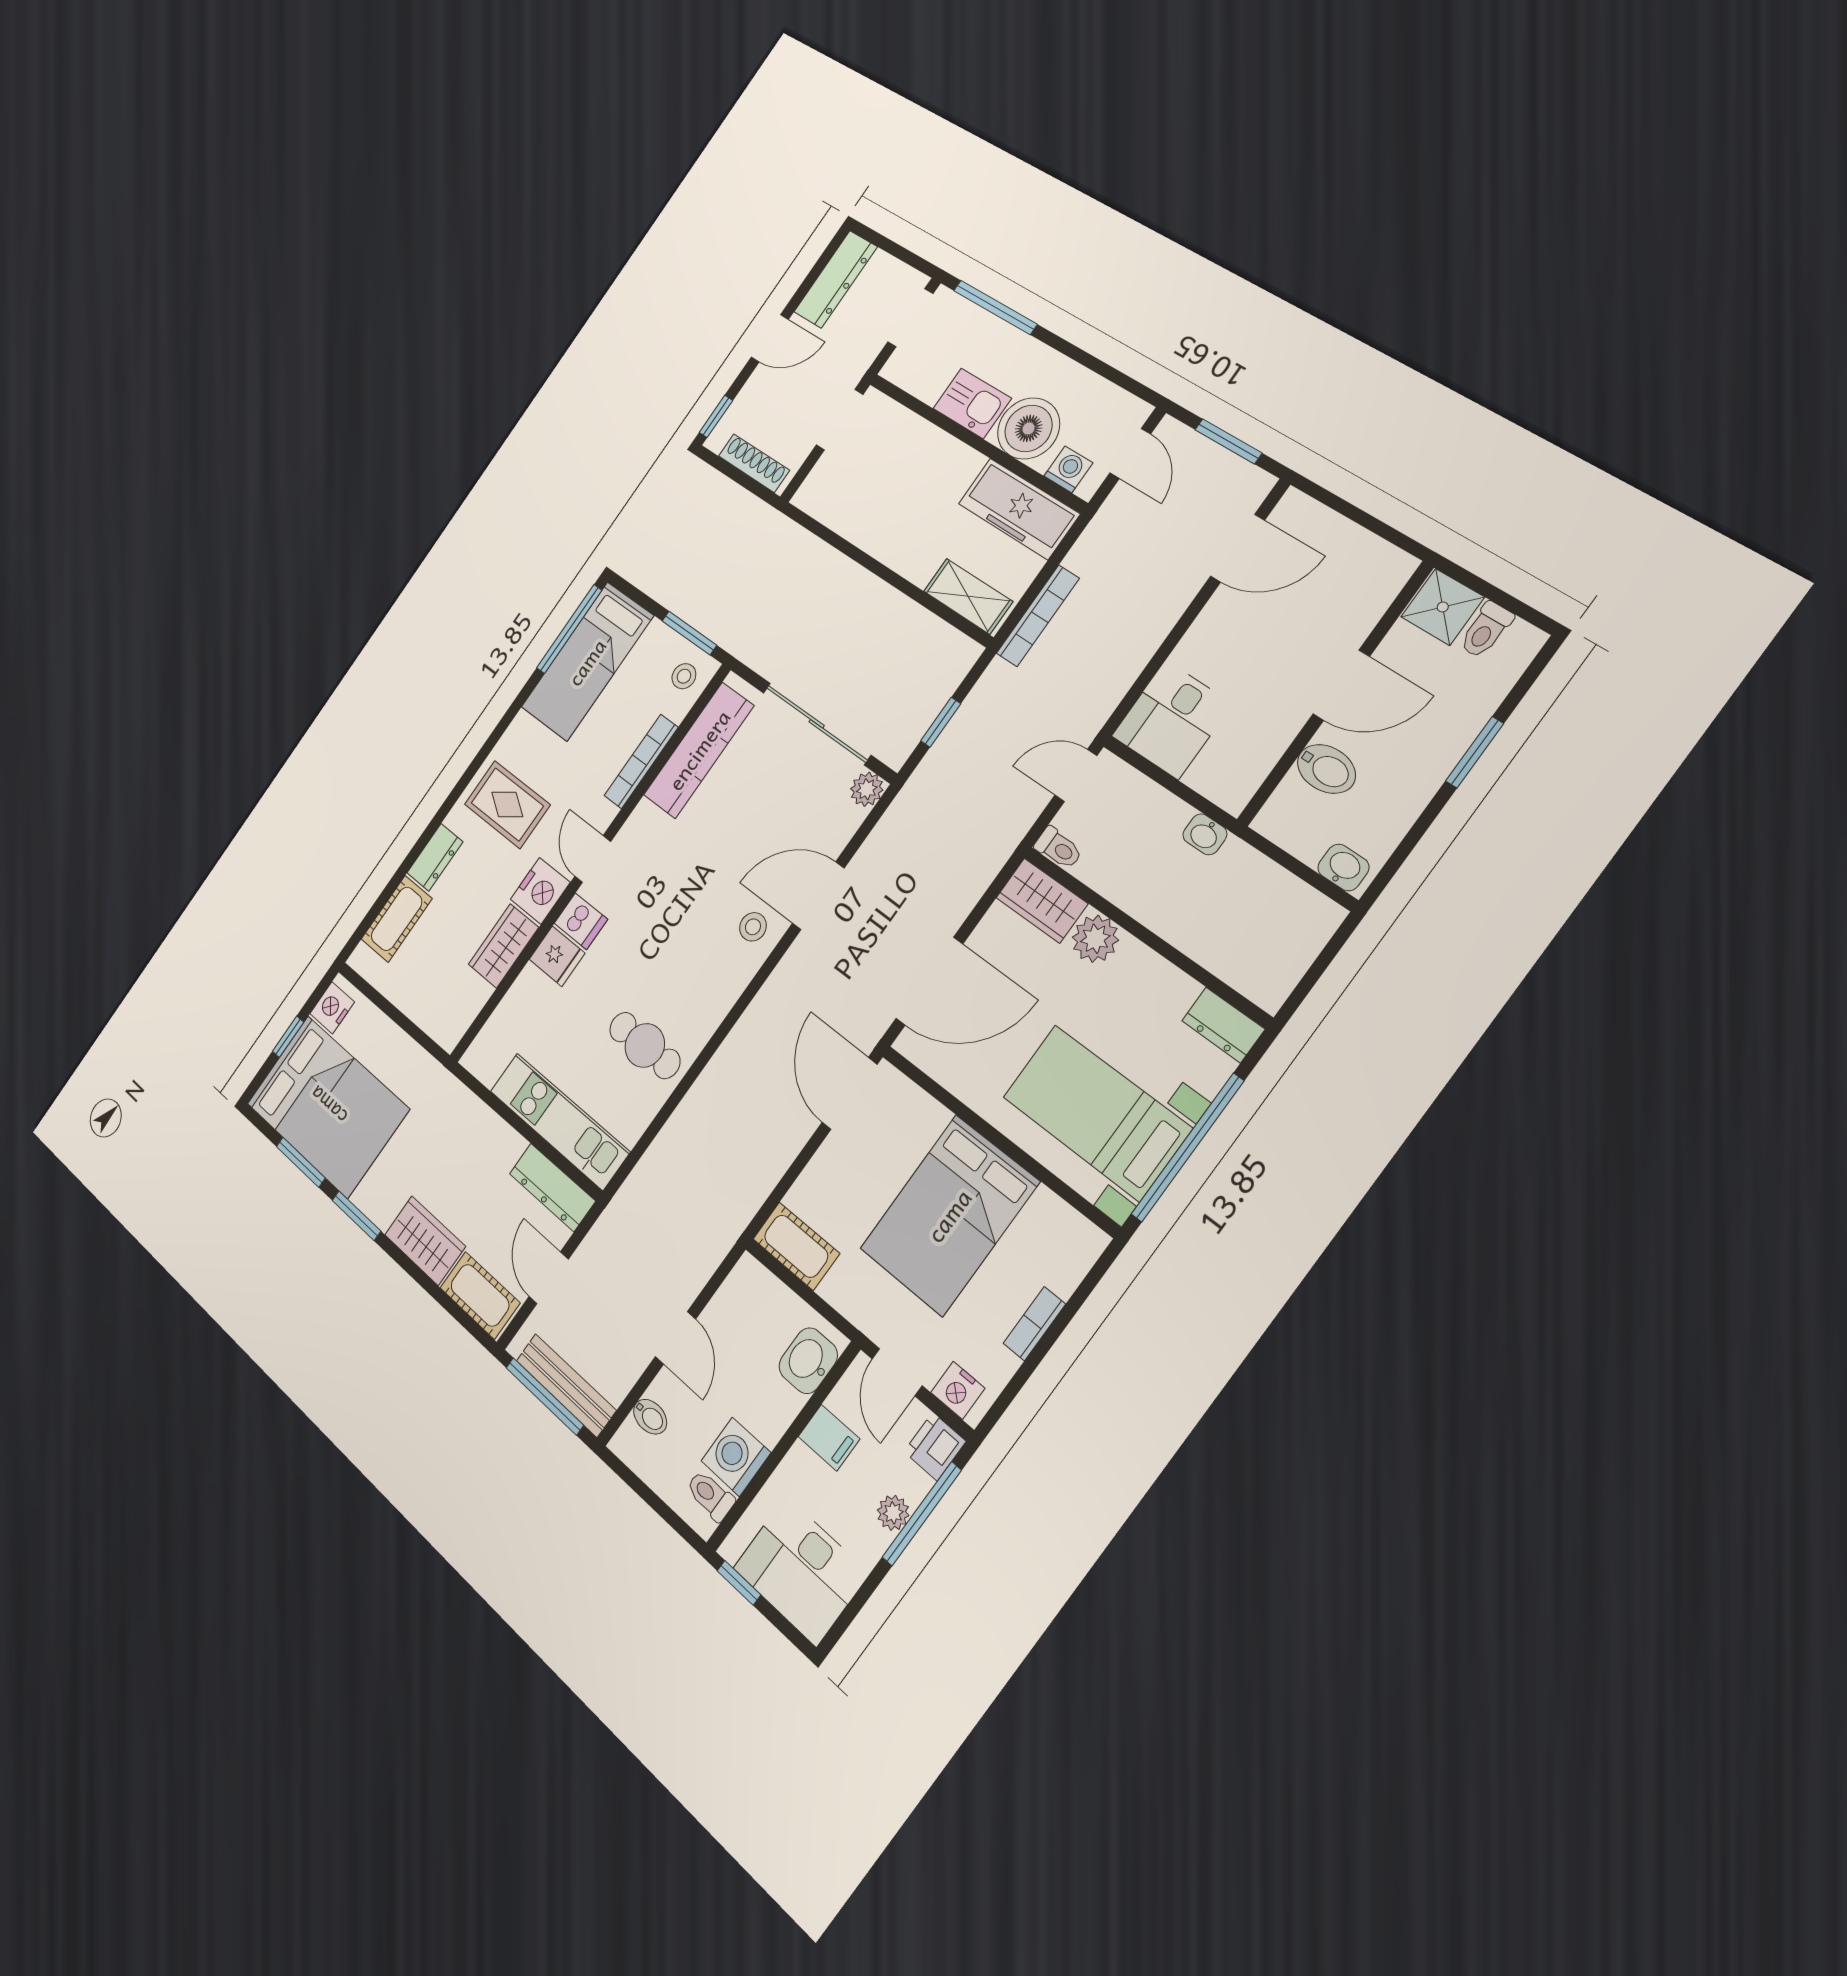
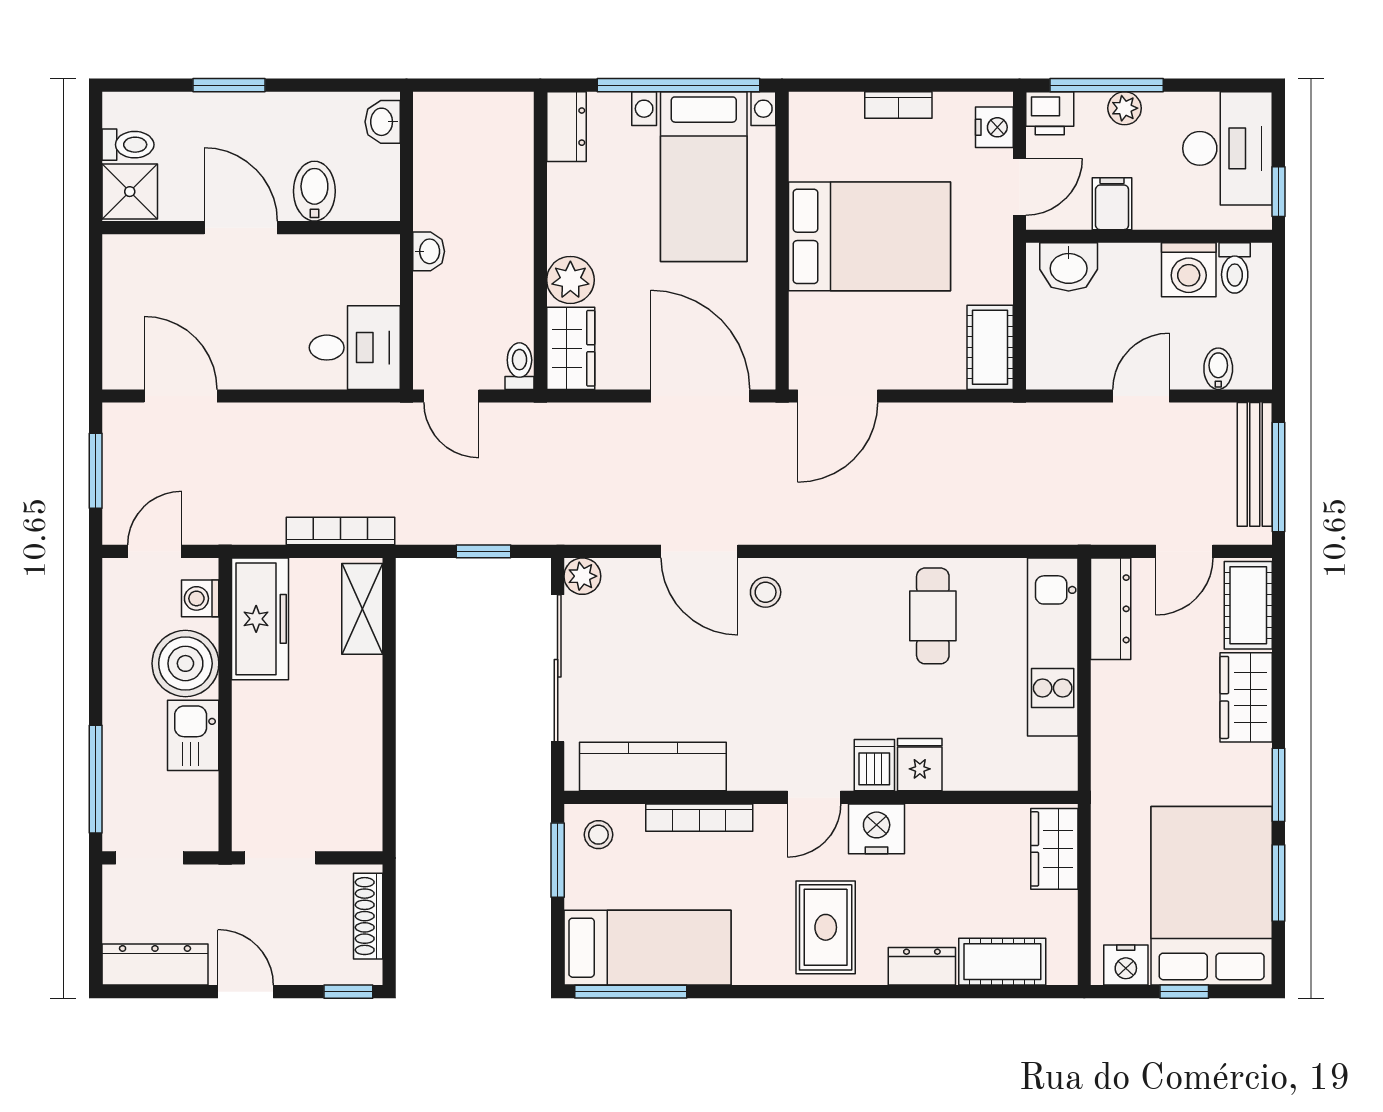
wardrobe: (503, 946) -> (1054, 849), moved, turned 90

